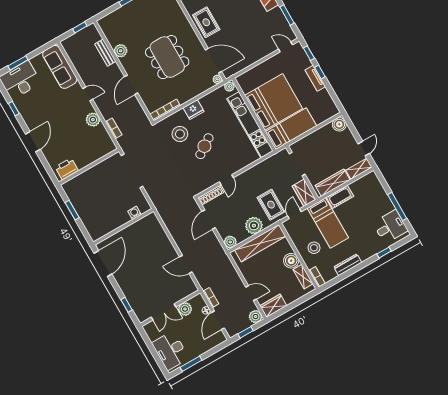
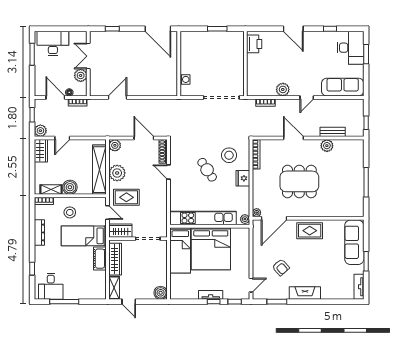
armchair: (254, 29) -> (281, 267), added

